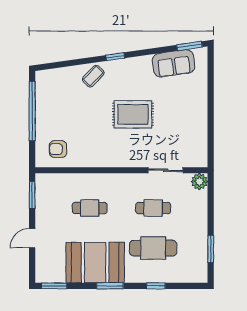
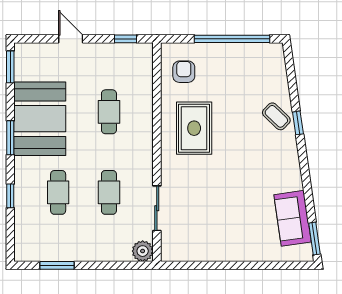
window: (115, 57) -> (298, 123), moved
rug: (133, 114) -> (194, 128), moved
window: (32, 195) -> (125, 39), width x0.67
cafe table: (153, 248) -> (58, 192), width x0.73, depth x0.74

